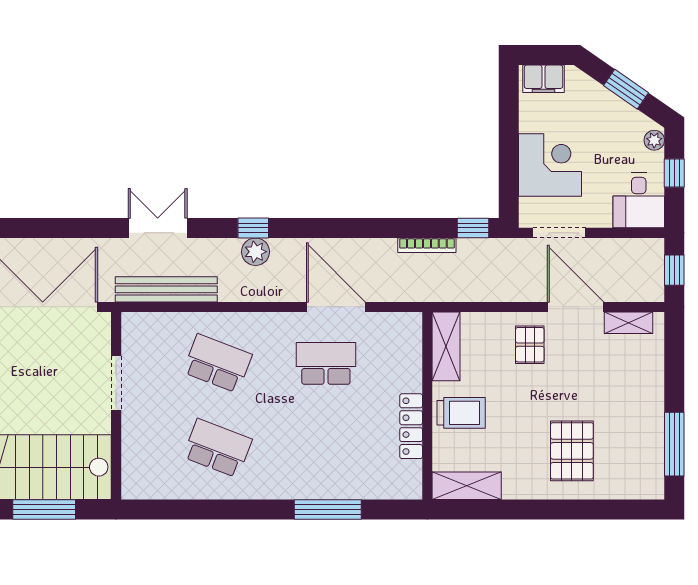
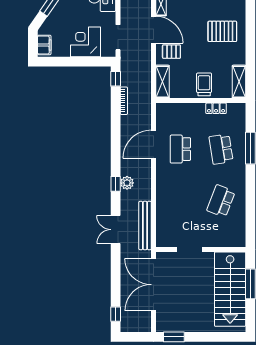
door: (575, 307) -> (153, 30), swing flipped
shelving: (446, 346) -> (162, 82), moved, turned 90
school desk: (217, 363) -> (221, 149), moved, turned -30
locker: (411, 426) -> (216, 108), width x0.66

